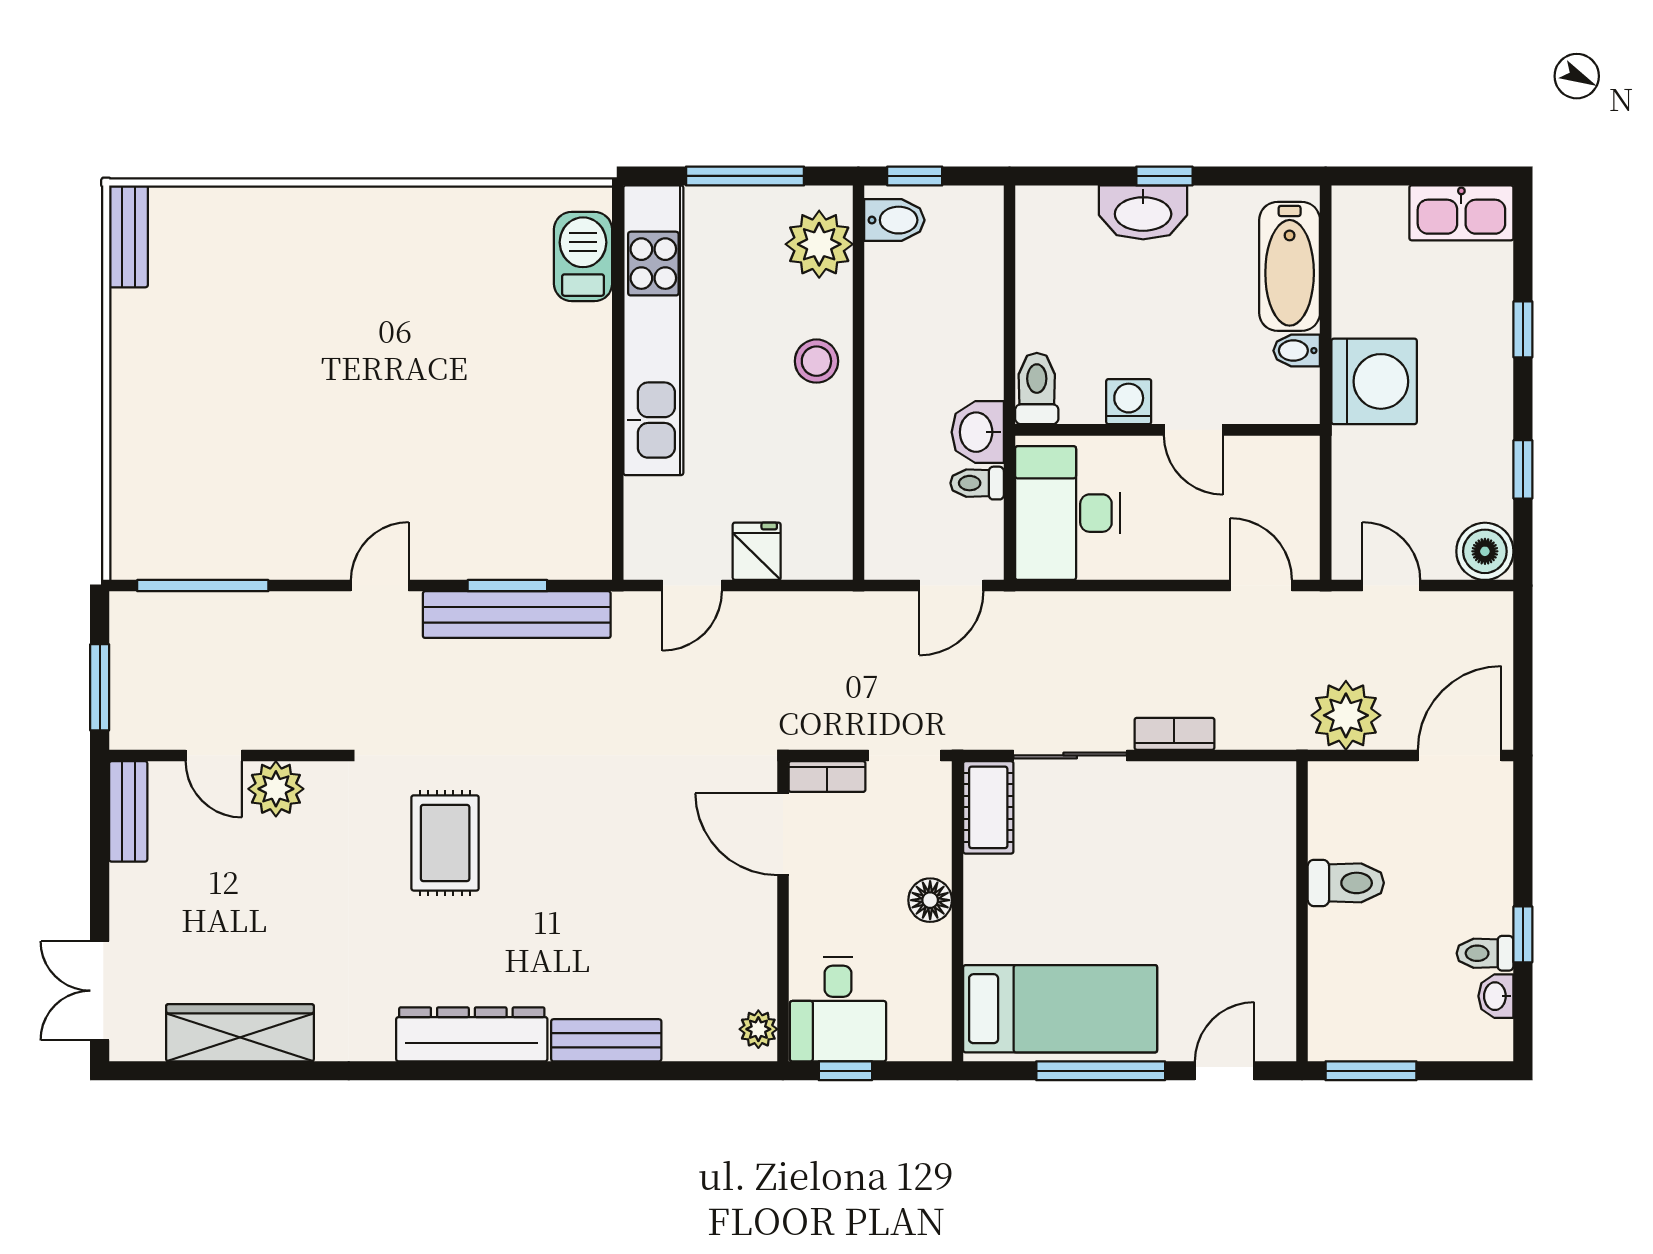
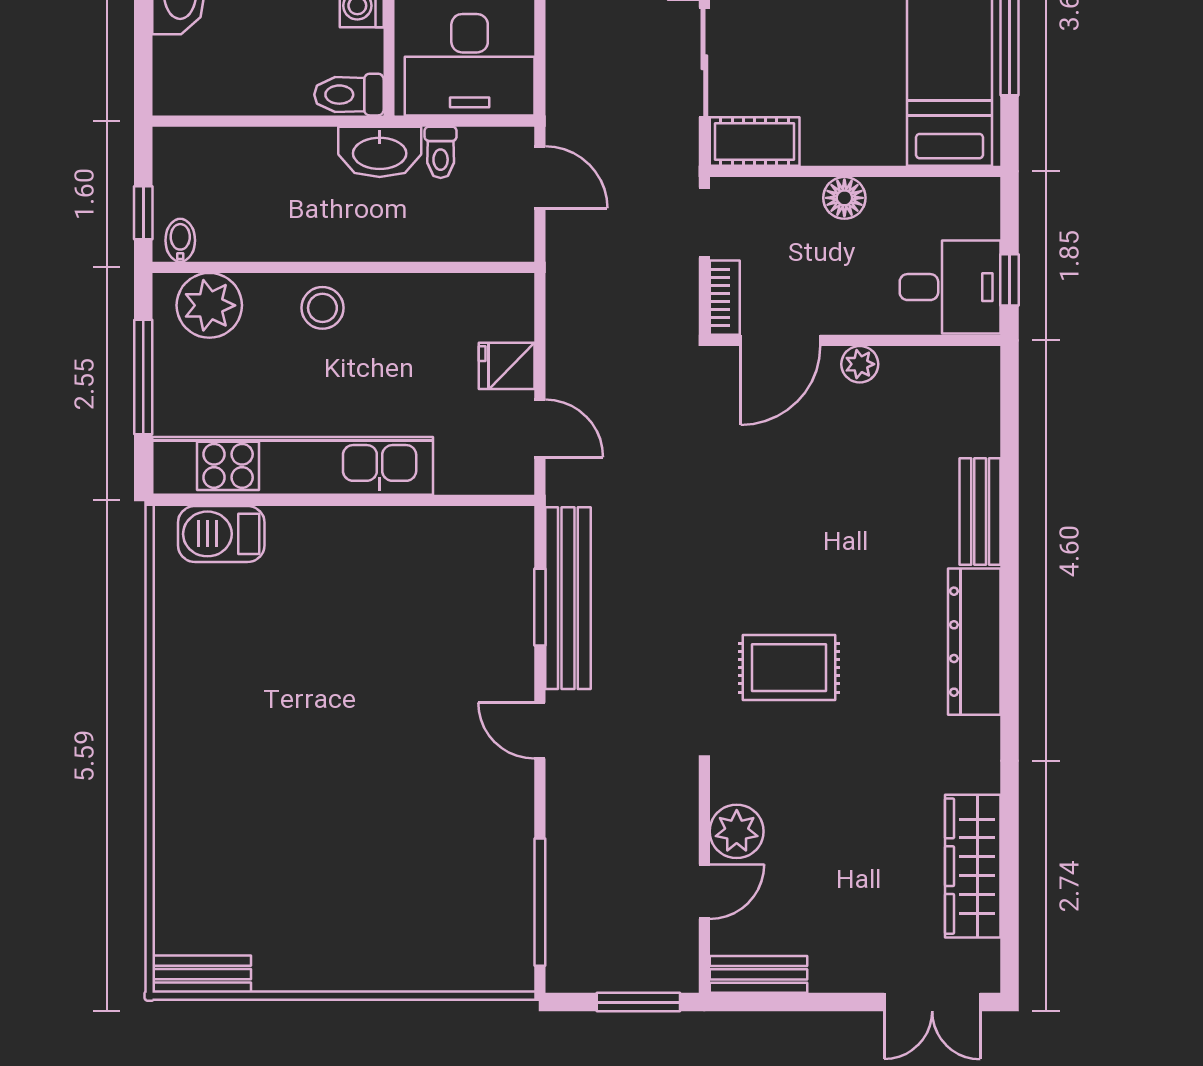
bidet: (894, 220) -> (180, 240), width x0.72, depth x0.74
washbasin: (978, 432) -> (380, 152), width x1.38
plant: (758, 1029) -> (860, 364), moved

